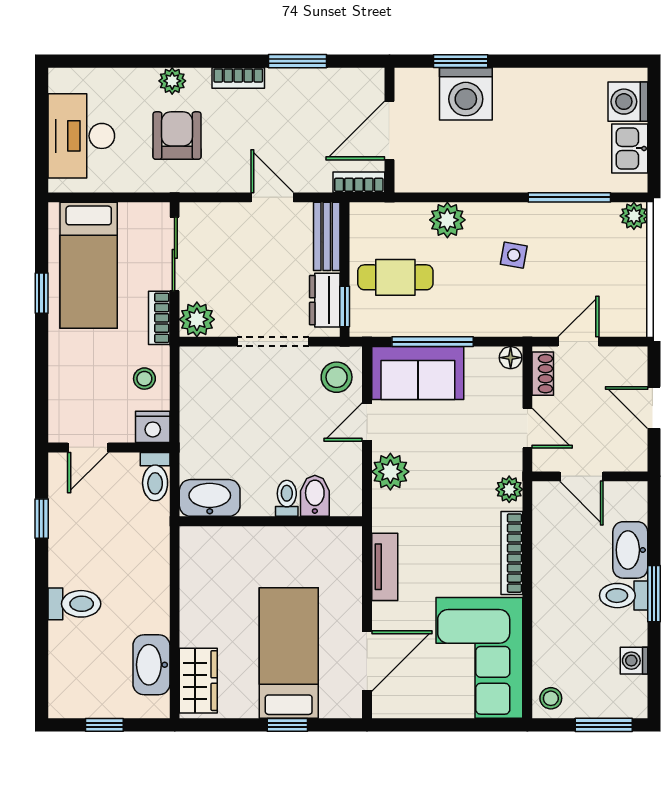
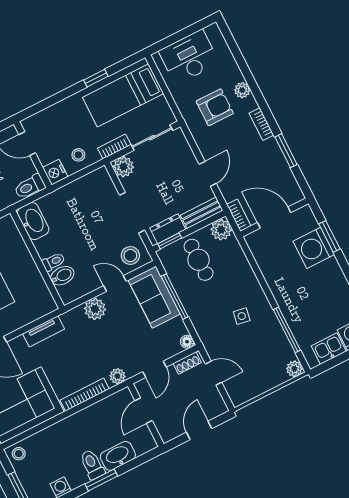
plant: (447, 220) -> (221, 230), moved

